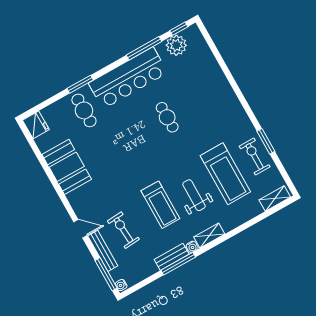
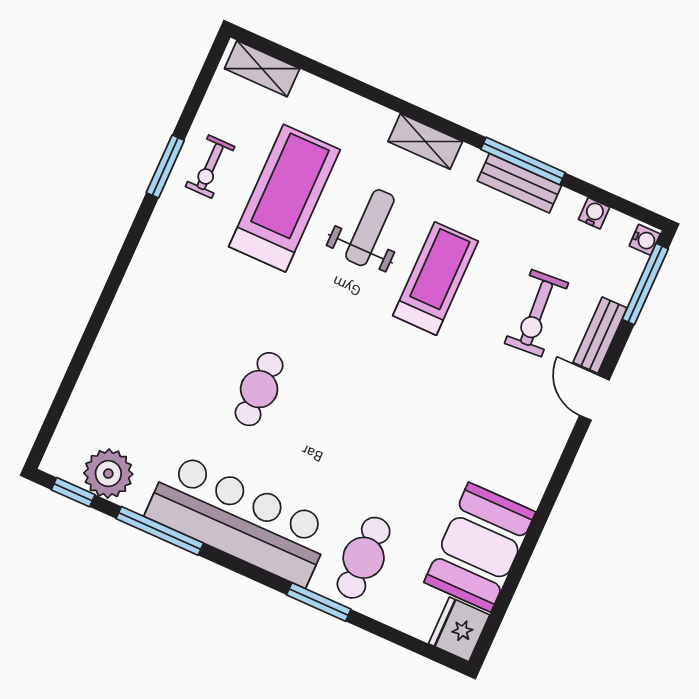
exercise bike: (255, 156) -> (210, 167), width x0.73, depth x0.72
booth: (67, 167) -> (480, 547), moved
weight bench: (194, 195) -> (370, 228), turned 180
water cooler: (192, 247) -> (594, 213), moved
bench: (103, 251) -> (600, 335), width x0.73

